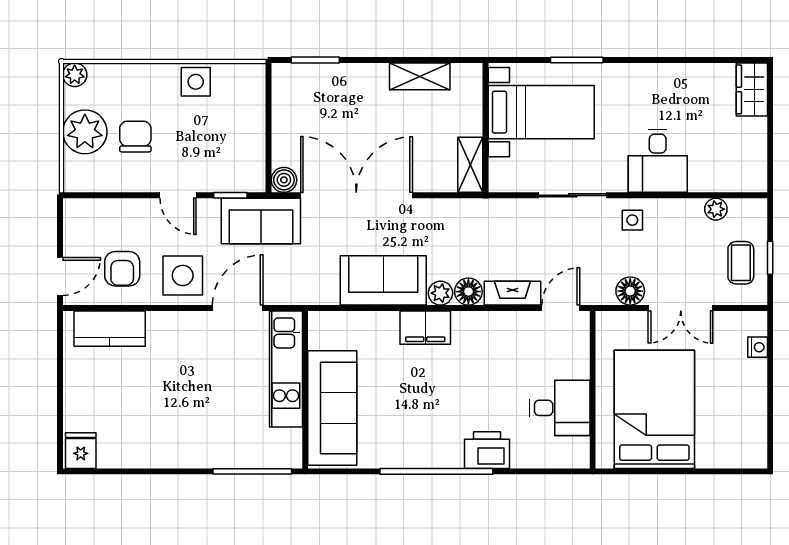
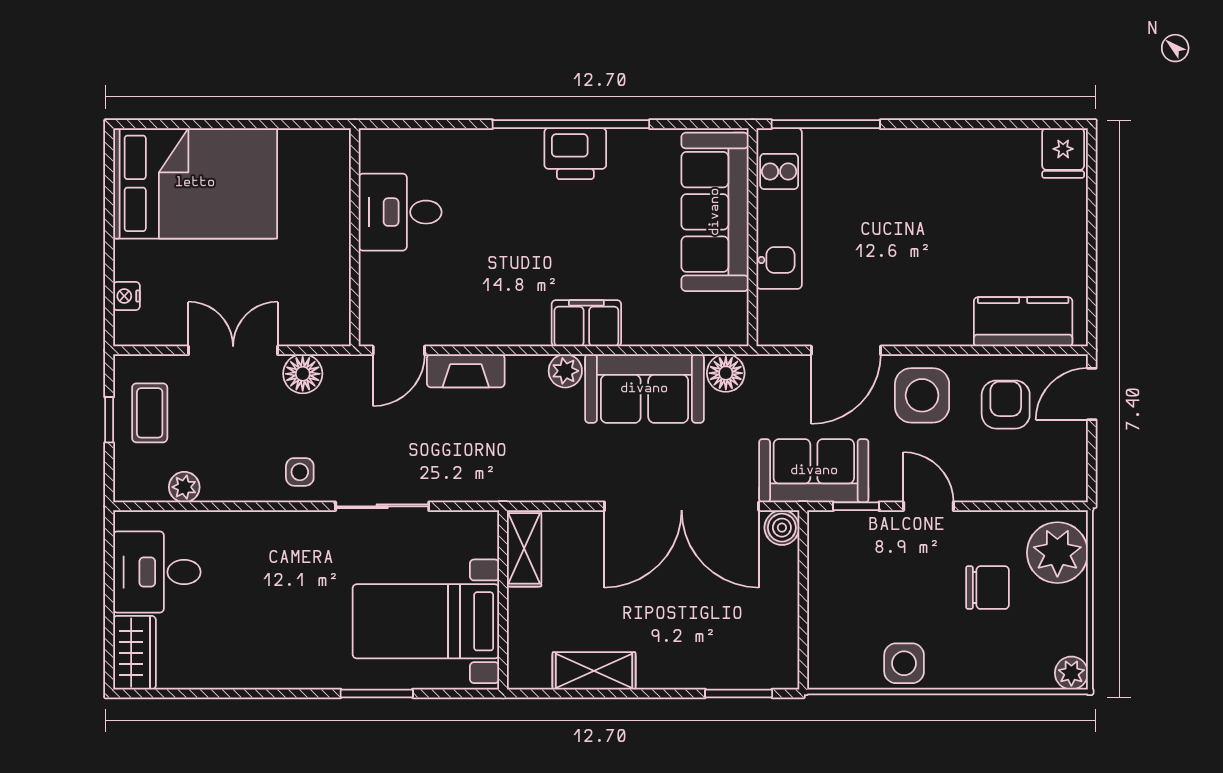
plant: (85, 132) -> (1057, 553), moved
chair: (135, 137) -> (987, 588), turned -90
desk: (658, 161) -> (157, 572), moved, turned -90
floor lamp: (468, 292) -> (726, 373), moved
kitchen unit: (286, 369) -> (779, 208), moved
bed: (654, 409) -> (195, 183), moved, turned -90
printer: (487, 450) -> (575, 154), moved

